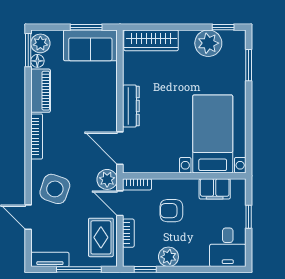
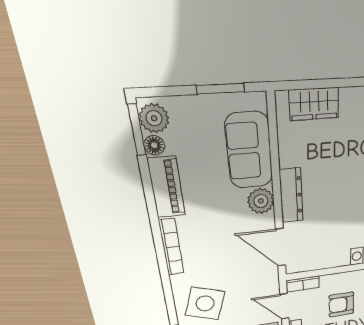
wardrobe: (151, 40) -> (314, 104), width x0.67
sofa: (90, 45) -> (249, 151), moved, turned 90
plant: (107, 179) -> (261, 201), moved

